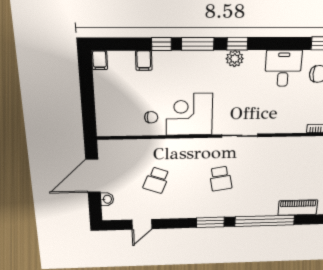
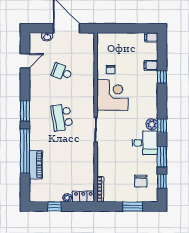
window: (198, 44) -> (162, 157), moved
desk: (283, 68) -> (145, 143), moved
school desk: (221, 179) -> (62, 117), width x1.85
piano: (298, 208) -> (36, 165), moved
door: (142, 224) -> (25, 61), swing flipped

